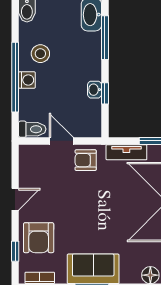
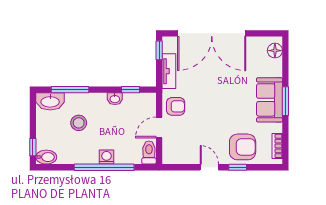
stool: (40, 54) -> (79, 123), moved
window: (105, 93) -> (130, 90), moved
armchair: (86, 160) -> (176, 106), turned -90
window: (15, 251) -> (238, 167), moved

